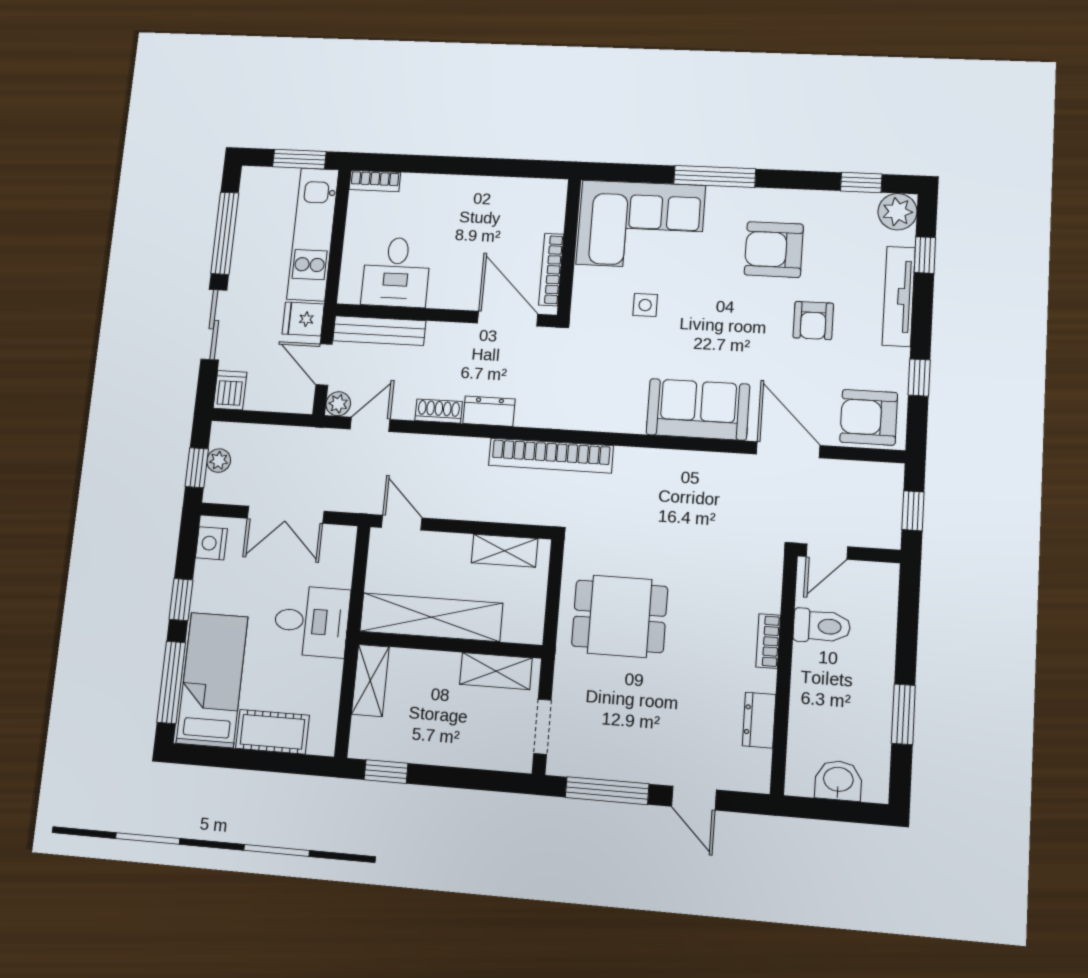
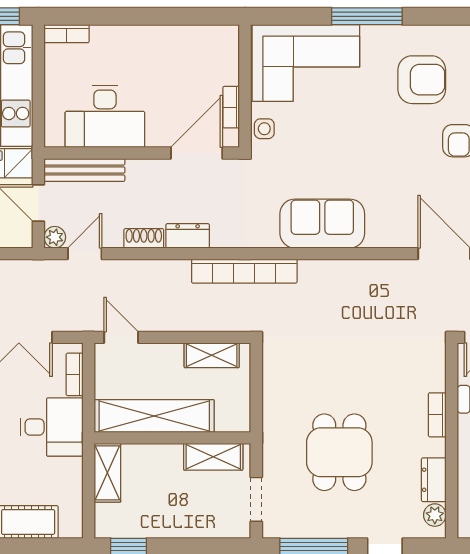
armchair: (774, 249) -> (422, 80), turned 180
bookcase: (551, 270) -> (231, 107), width x0.64
desk: (396, 272) -> (105, 116), width x1.37
side table: (645, 305) -> (264, 129), moved
door: (508, 319) -> (197, 153), hinge flipped
sofa: (698, 409) -> (322, 224), moved
bookcase: (344, 562) -> (75, 374), added
dining table: (620, 616) -> (339, 452), moved, turned 90
plant: (758, 764) -> (435, 515), added

